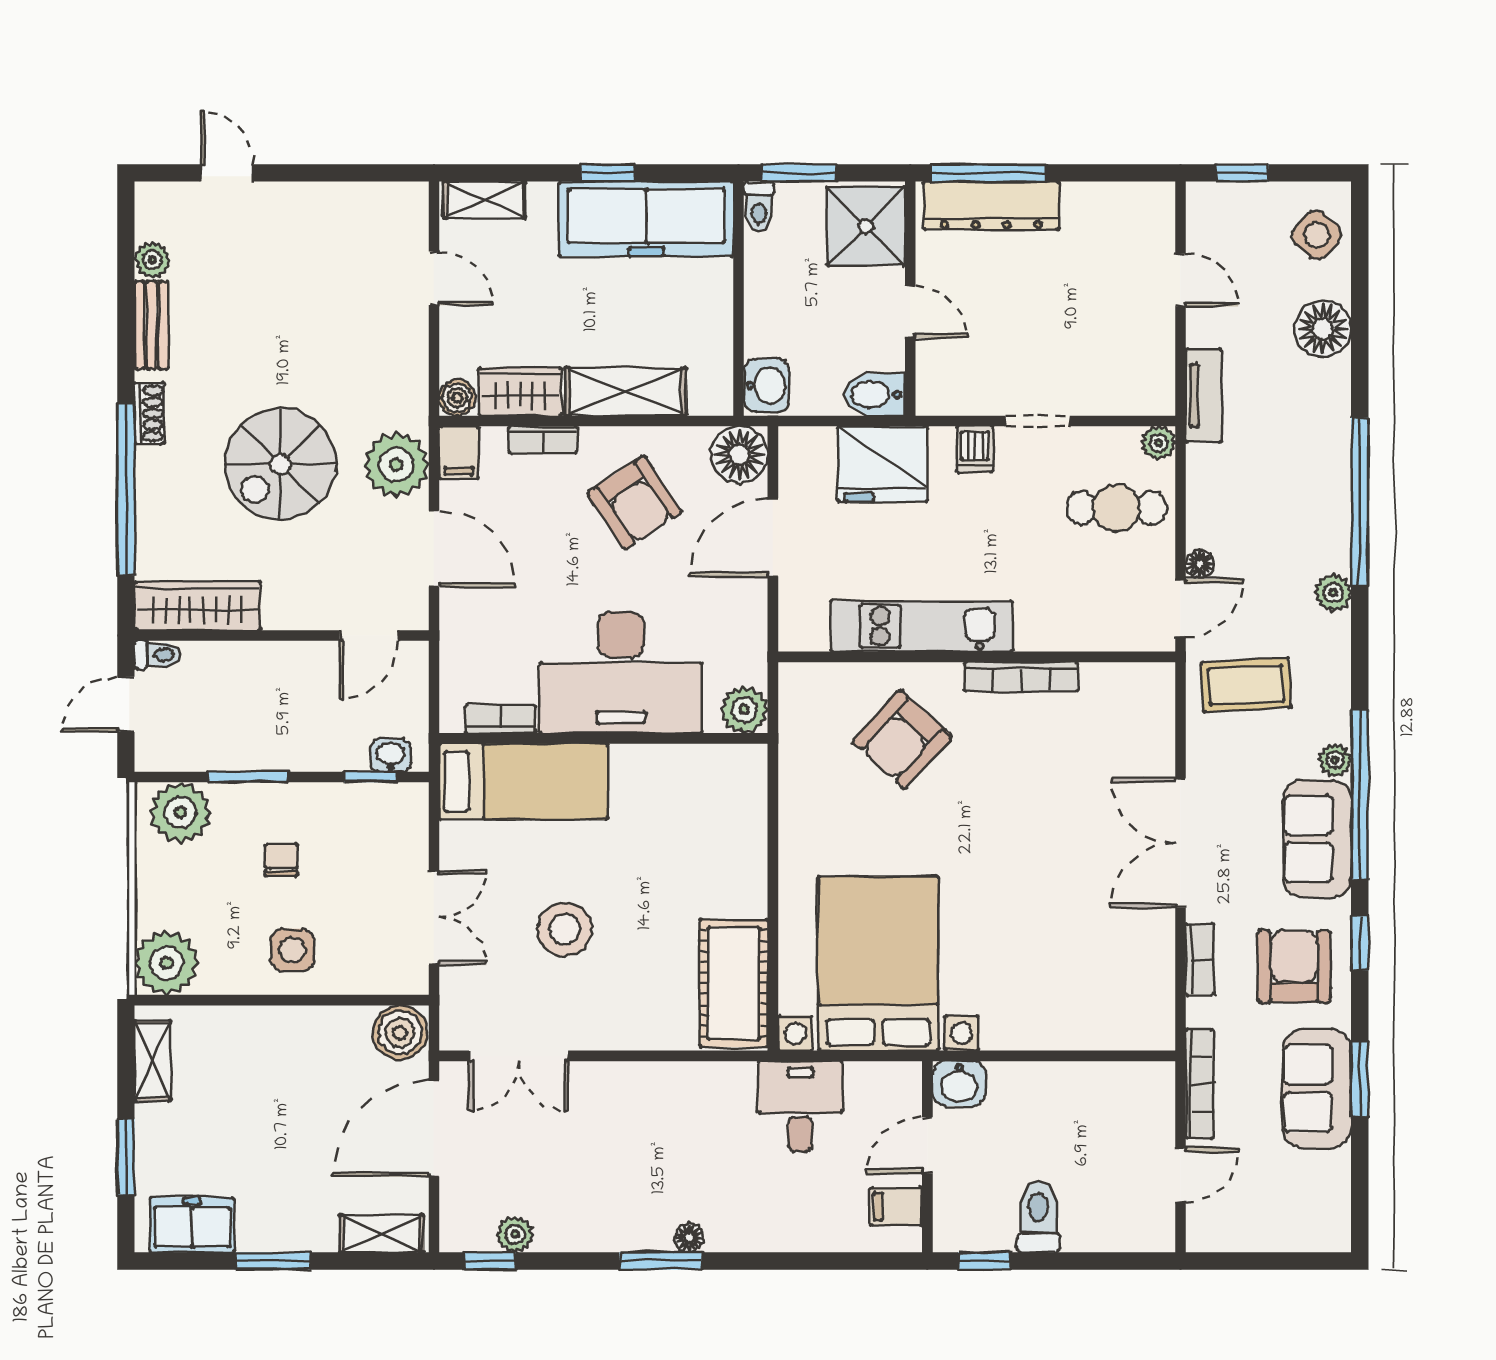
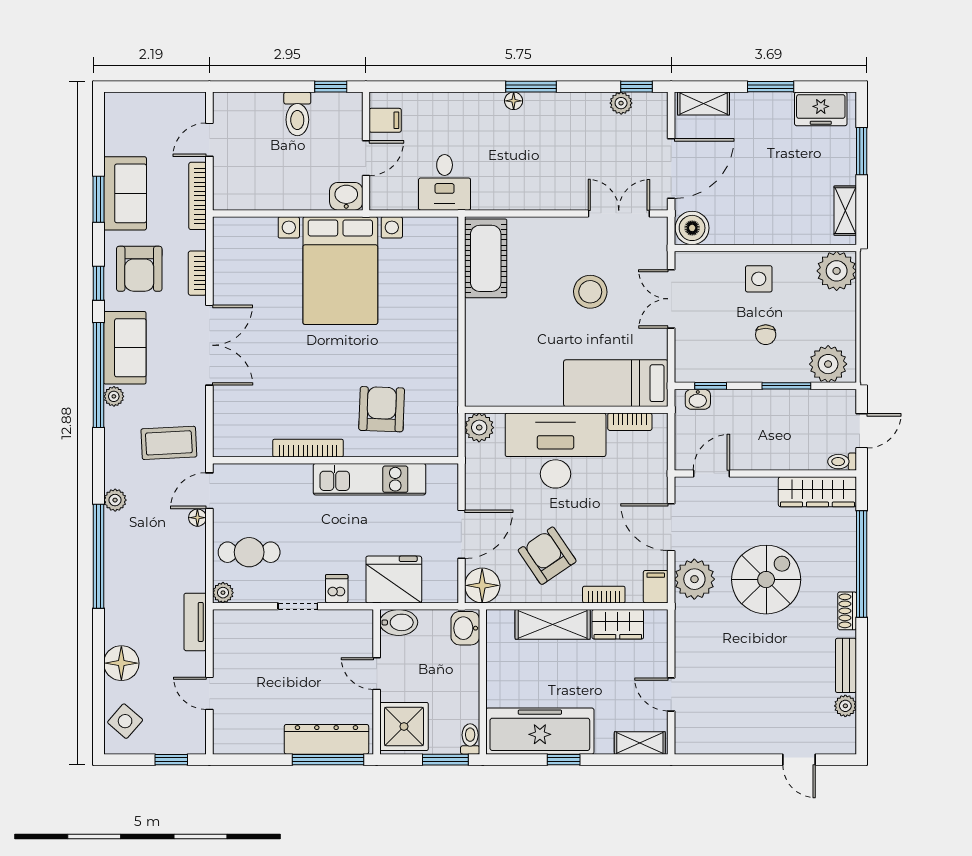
boiler: (457, 398) -> (657, 621), removed
armchair: (902, 739) -> (382, 409), turned -40
bed with nightstands: (878, 963) -> (340, 271), moved

